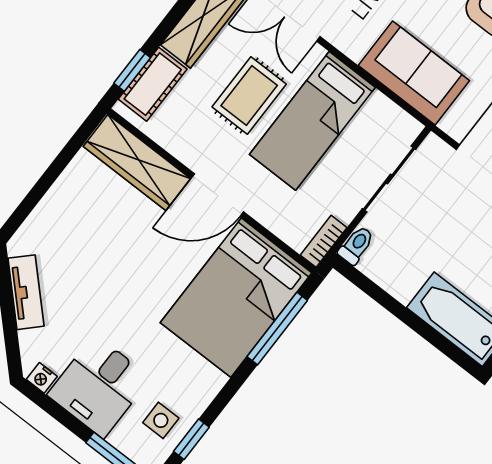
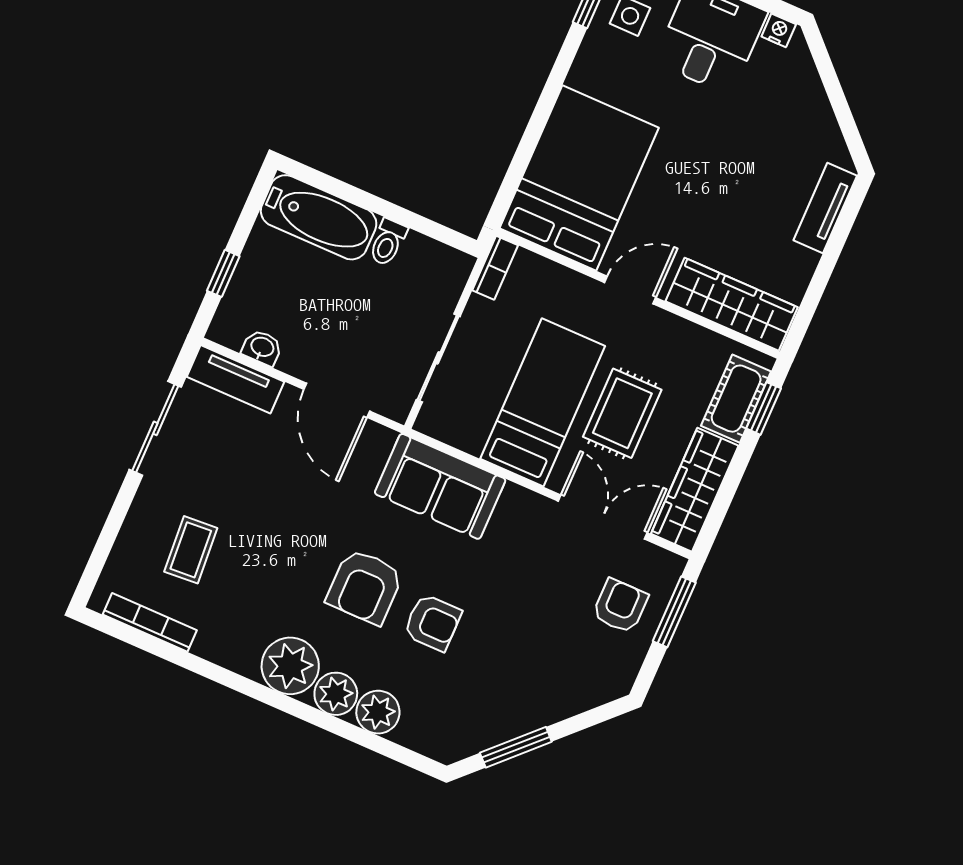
door: (217, 195) -> (630, 290), width x0.73
toilet: (356, 245) -> (388, 242), moved
tv unit: (26, 292) -> (825, 208), moved, turned 45
window: (277, 329) -> (523, 154), removed

